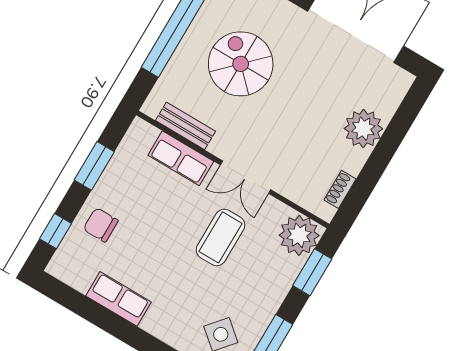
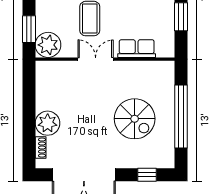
bench: (185, 126) -> (145, 68), removed
shoe rack: (340, 189) -> (41, 148), moved

